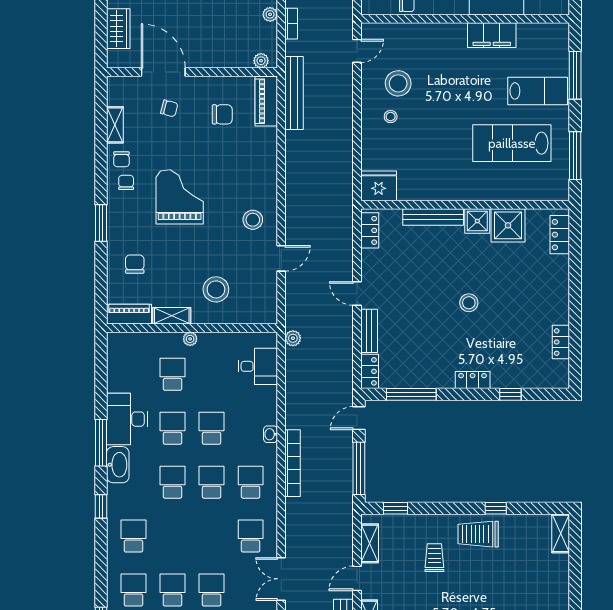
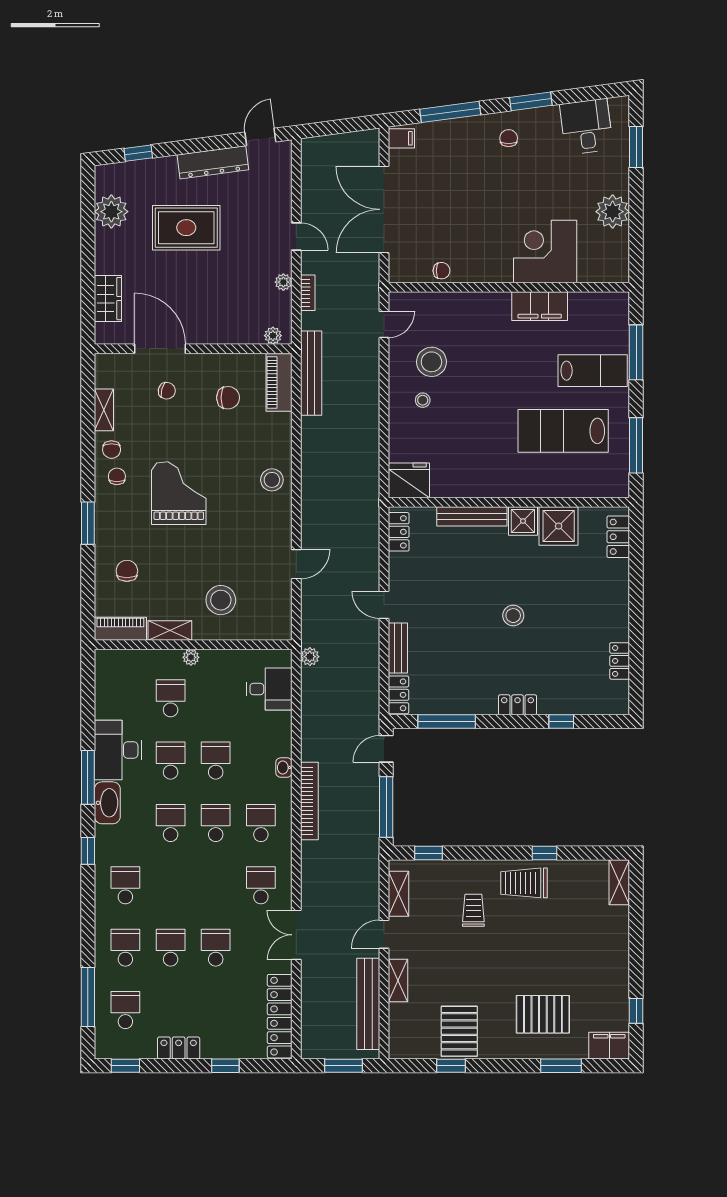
stool: (253, 220) -> (272, 480), moved

